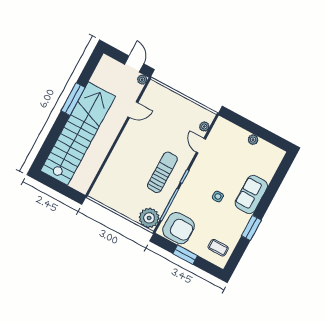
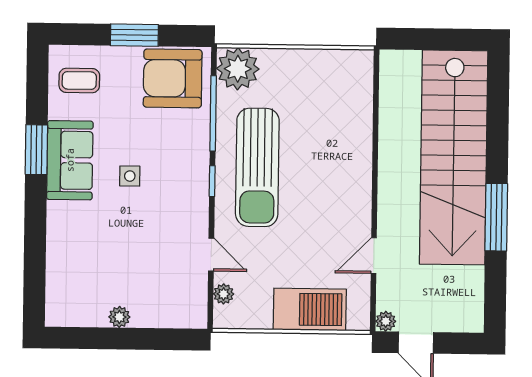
barbecue: (171, 101) -> (310, 309), added
sun lounger: (162, 172) -> (257, 167), width x1.36, depth x1.34
sofa: (251, 194) -> (70, 160), moved

